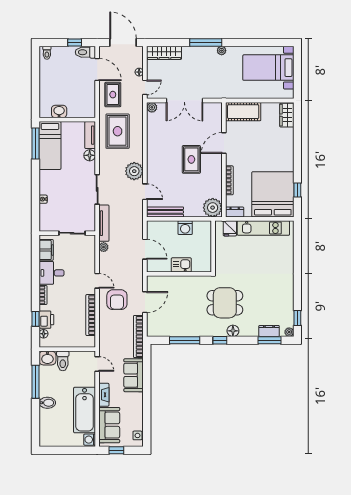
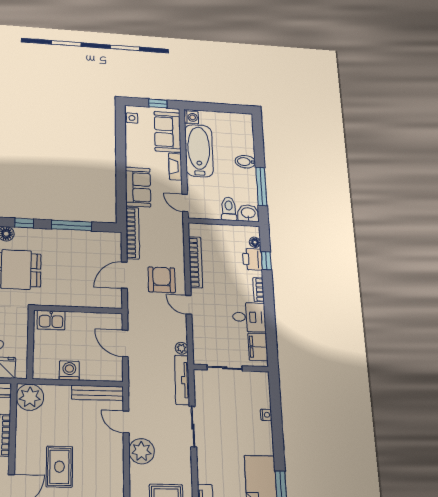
floor lamp: (90, 155) -> (205, 475), removed
kitchen sink: (181, 265) -> (51, 320), moved

